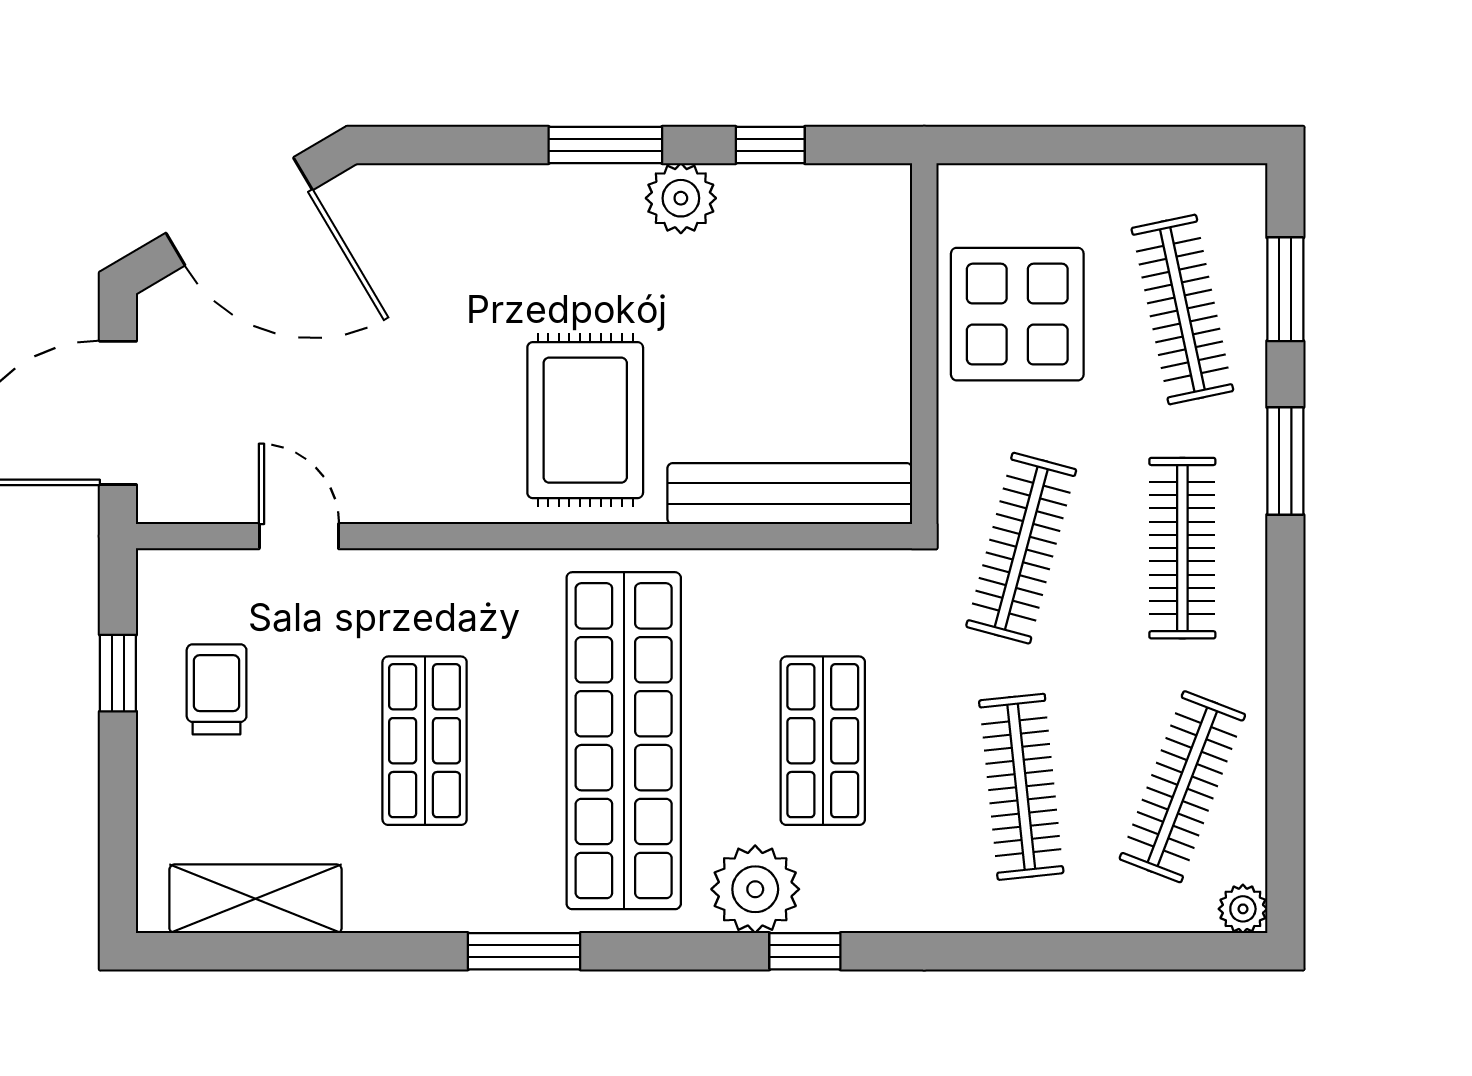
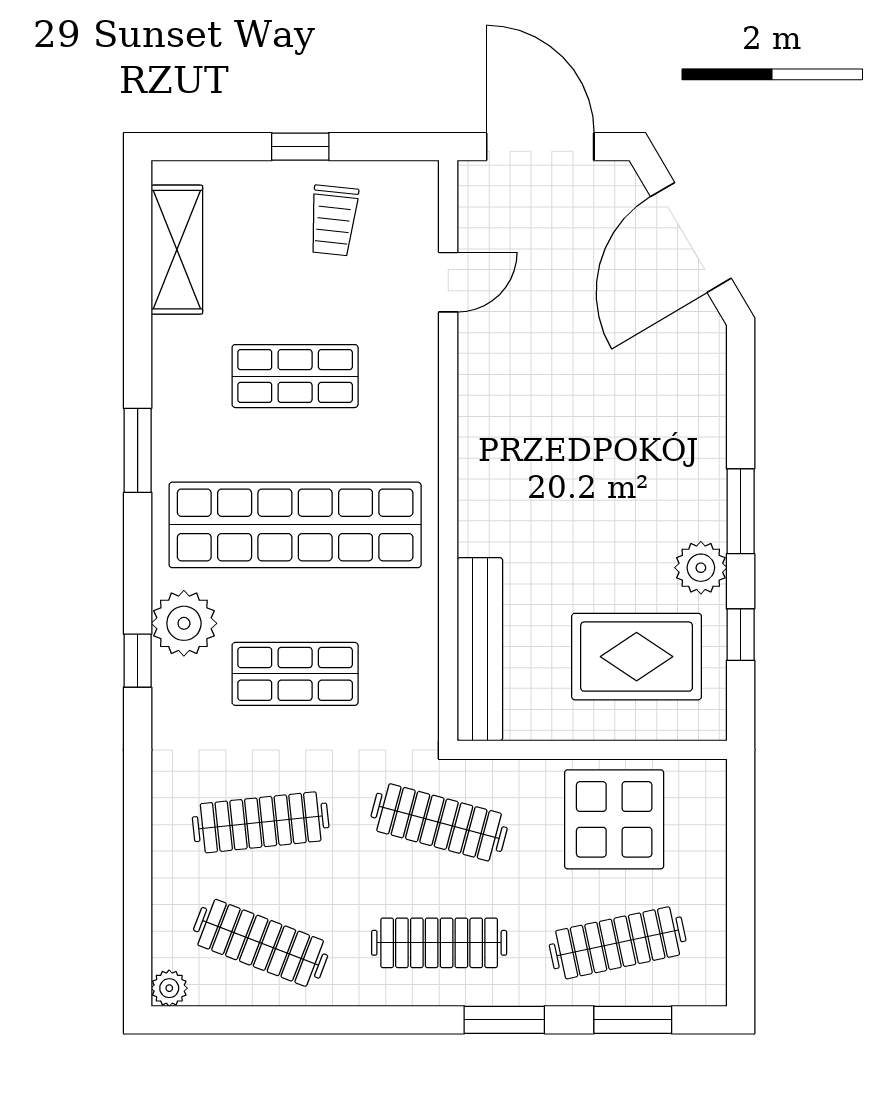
rug: (585, 420) -> (637, 657), moved
window: (118, 673) -> (300, 147), moved
trolley: (217, 689) -> (333, 220), turned 96

